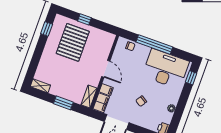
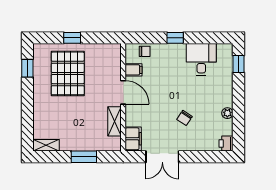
window: (154, 44) -> (175, 38), width x0.32
desk: (166, 69) -> (201, 60), width x0.53, depth x0.77
filing cabinet: (106, 90) -> (134, 70), moved
shelving: (89, 97) -> (114, 121), moved

